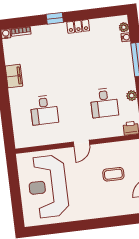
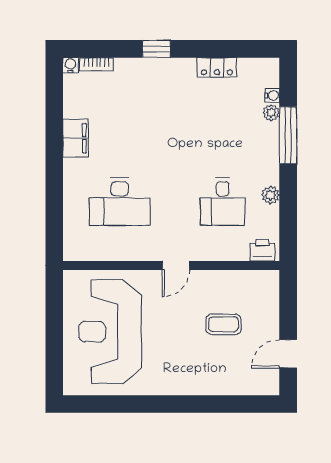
locker: (78, 26) -> (217, 67), moved
plant: (124, 27) -> (271, 113), moved
desk: (44, 110) -> (120, 202), width x1.37

